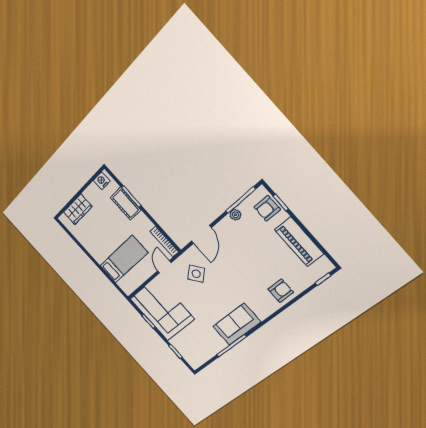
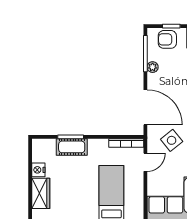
nightstand: (102, 181) -> (38, 170), moved
armchair: (267, 208) -> (167, 39), turned 90
door: (201, 234) -> (145, 107), width x1.36
door: (164, 267) -> (145, 162), swing flipped

